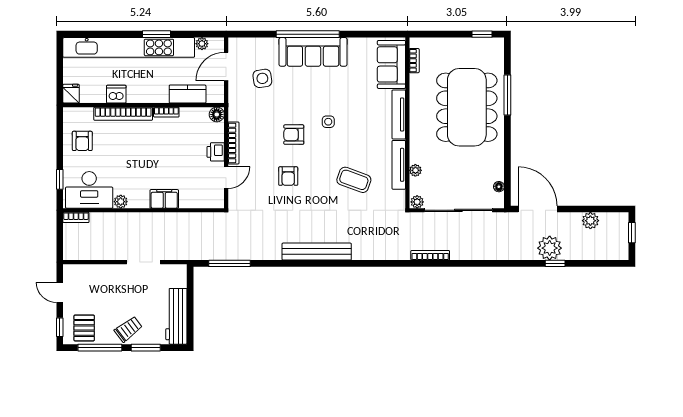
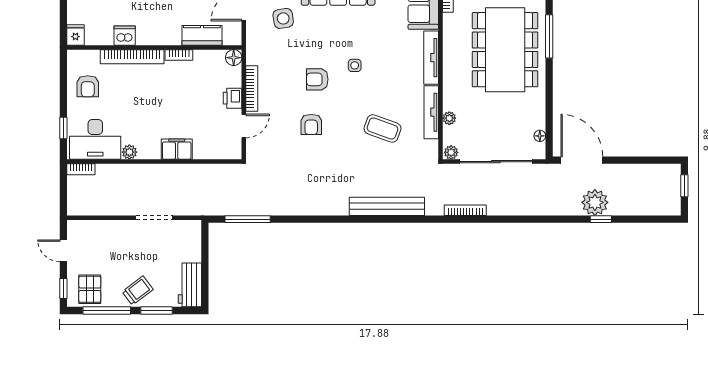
plant: (590, 221) -> (639, 173), removed
bench: (317, 252) -> (387, 206), moved
workbench: (176, 316) -> (190, 285), width x0.73

